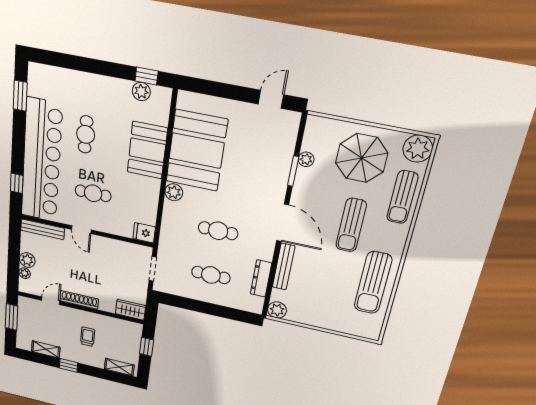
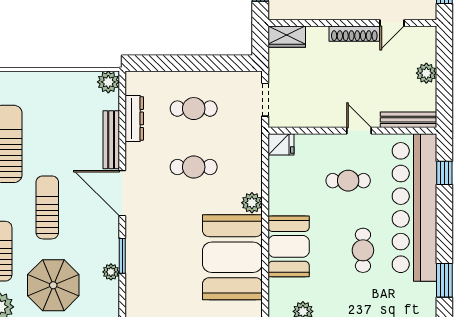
plant: (25, 273) -> (429, 54), removed

